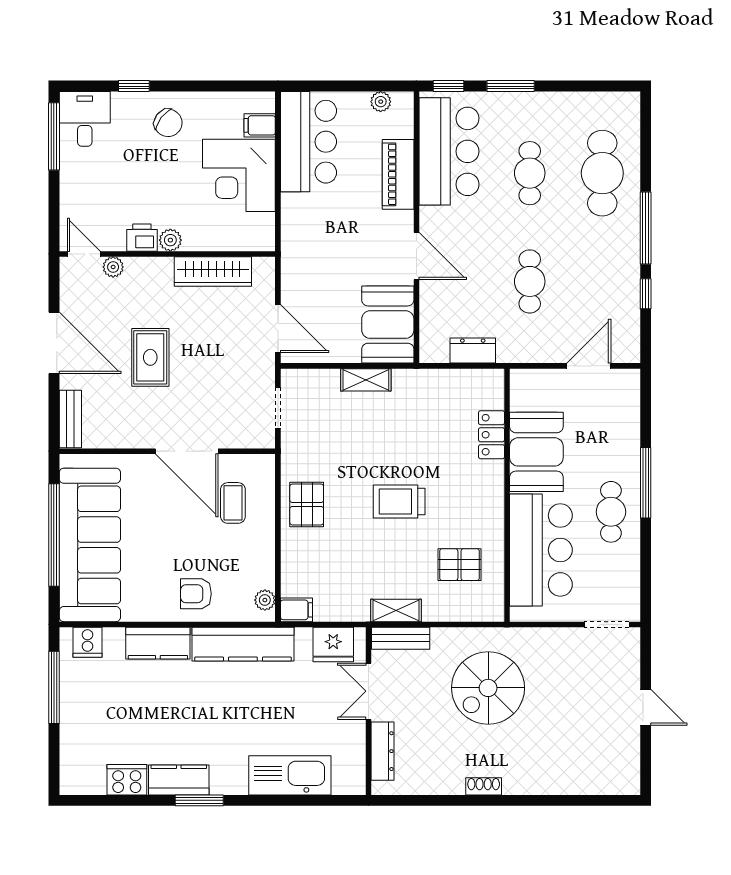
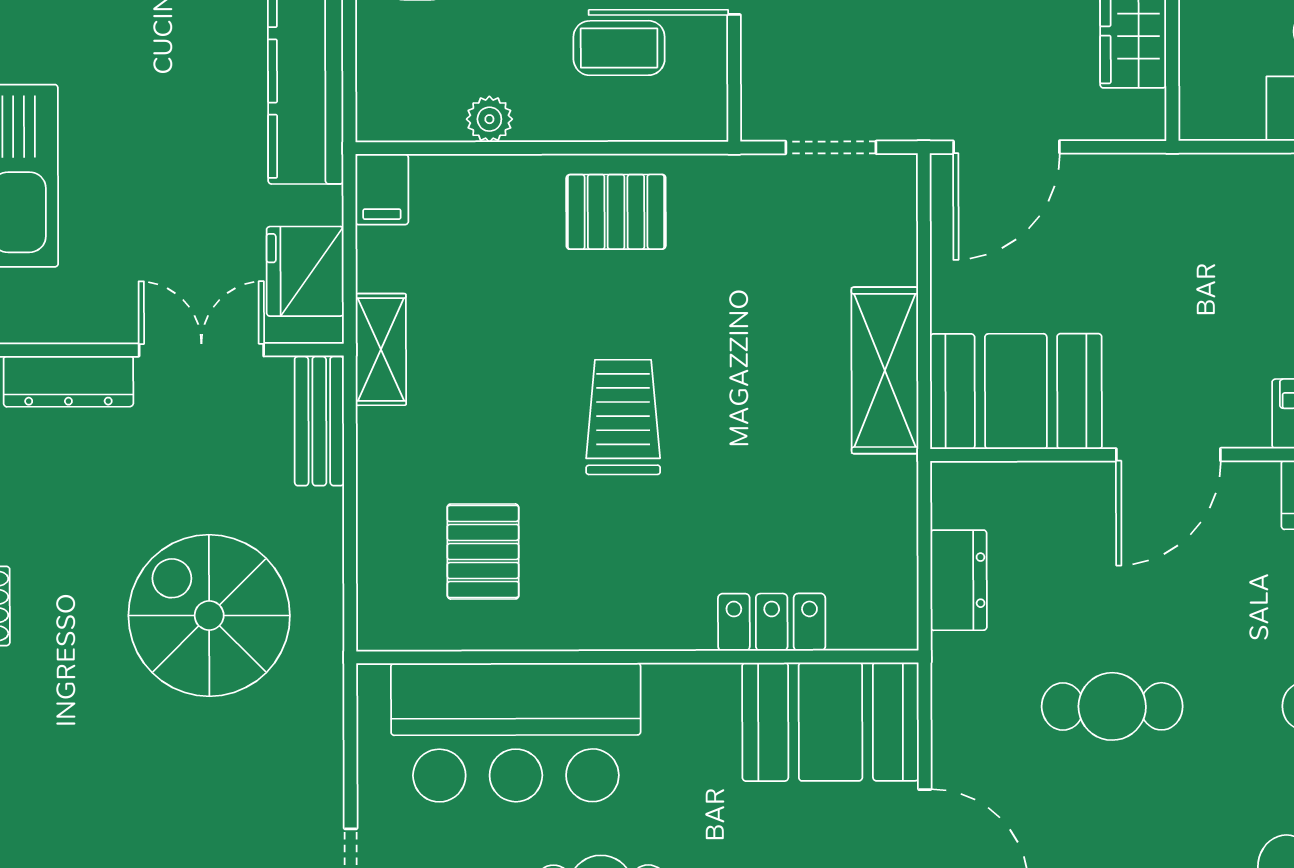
shelving: (366, 380) -> (885, 370), width x1.50, depth x1.33
booth: (536, 452) -> (831, 722), moved
plant: (265, 600) -> (489, 119), moved
shelving: (396, 610) -> (381, 349), moved

